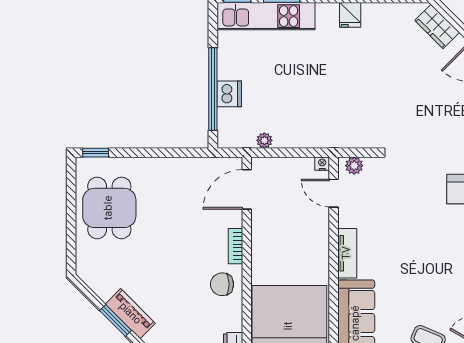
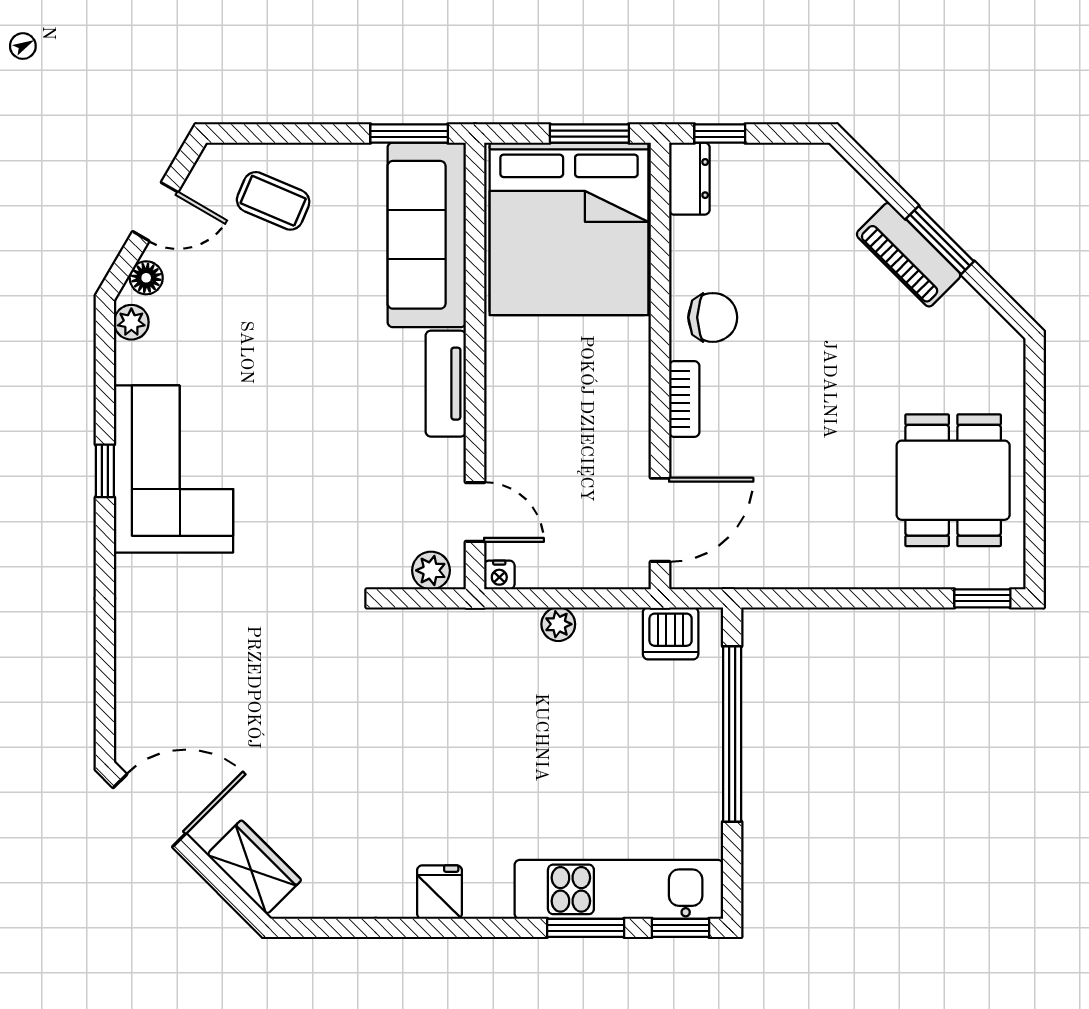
dishwasher: (229, 94) -> (671, 633), moved, turned -90
plant: (264, 140) -> (558, 624), moved

